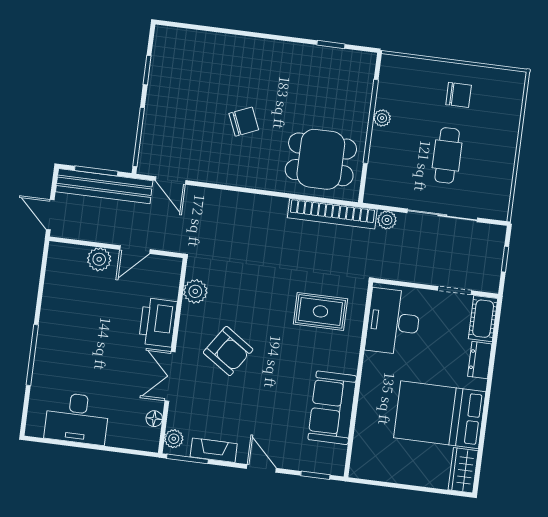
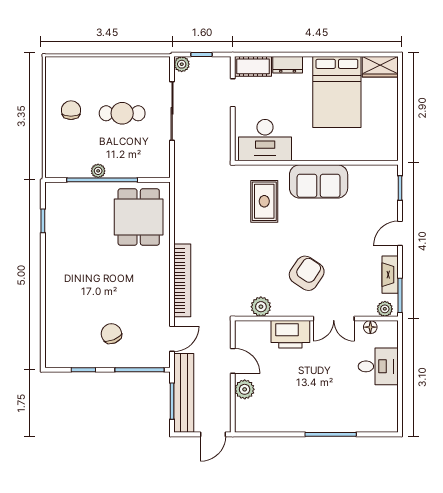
chair: (244, 122) -> (111, 334), moved
bookcase: (332, 214) -> (182, 280), moved
plant: (387, 220) -> (182, 64), moved
sofa: (332, 408) -> (319, 181), moved
desk: (77, 418) -> (378, 366), moved, width x0.73

